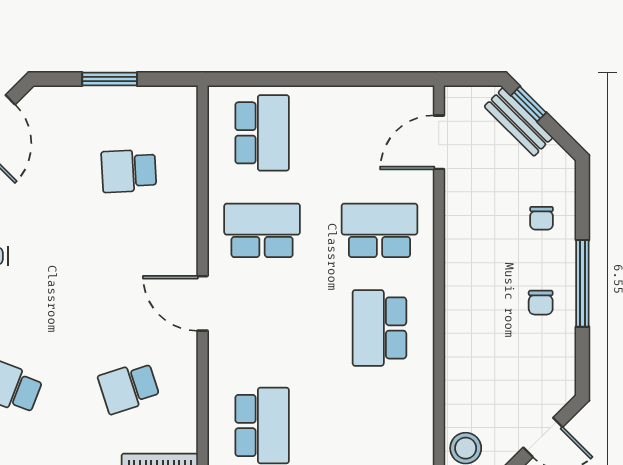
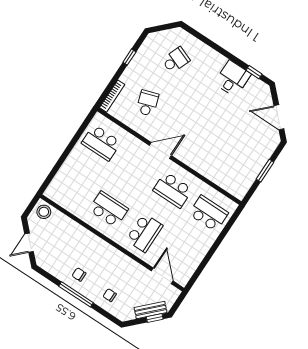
school desk: (262, 133) -> (208, 213), turned 180
school desk: (129, 171) -> (227, 155), removed
school desk: (262, 230) -> (173, 190), turned 90

